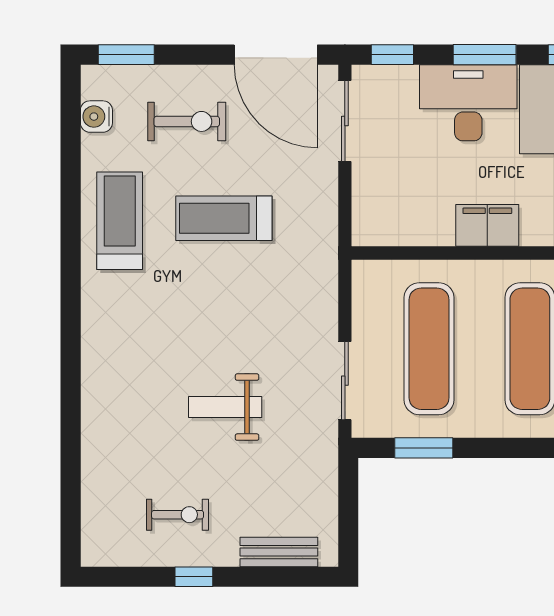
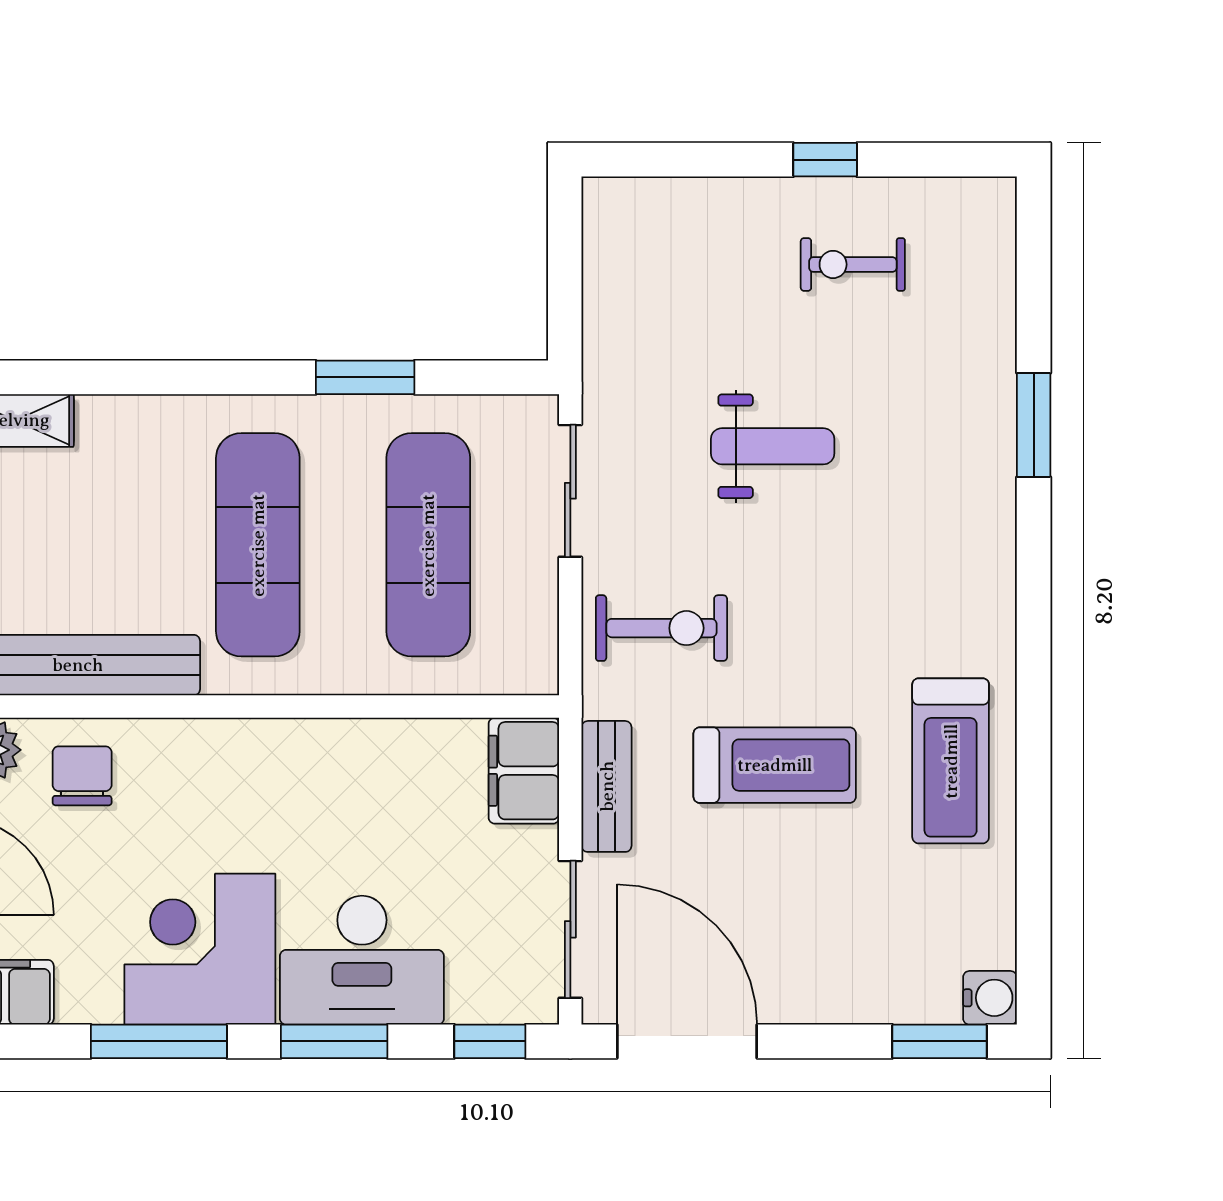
water cooler: (96, 117) -> (990, 998), moved
exercise bike: (187, 121) -> (661, 628), moved, turned 180
filing cabinet: (487, 225) -> (524, 771), moved, turned 90
window: (71, 420) -> (1034, 425), added
window: (424, 448) -> (365, 377), moved
bench: (279, 552) -> (607, 786), moved, turned 90

